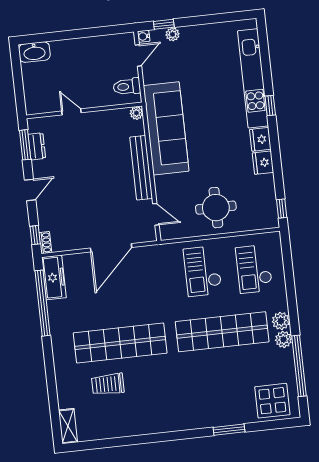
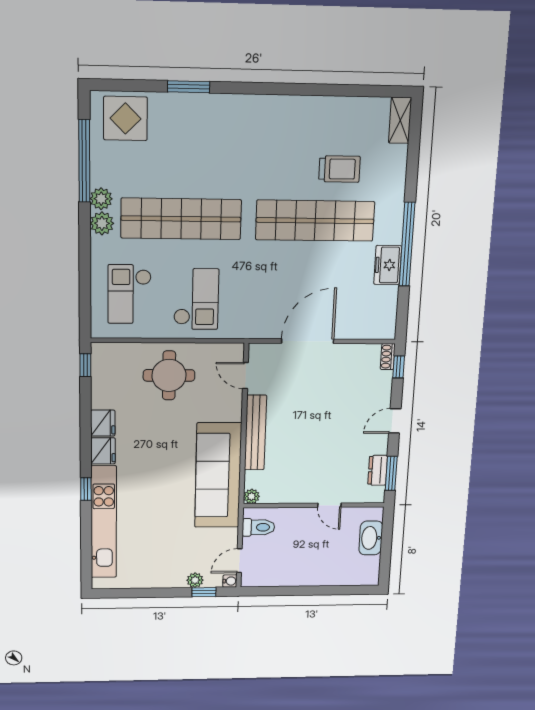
washbasin: (34, 52) -> (371, 538), moved, turned -90
checkout: (254, 269) -> (130, 294), turned 180
freezer: (54, 277) -> (388, 265), moved, width x0.71
window: (43, 303) -> (407, 244), moved

